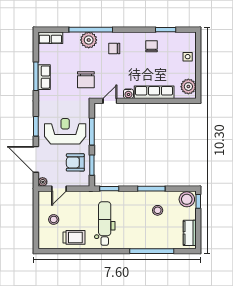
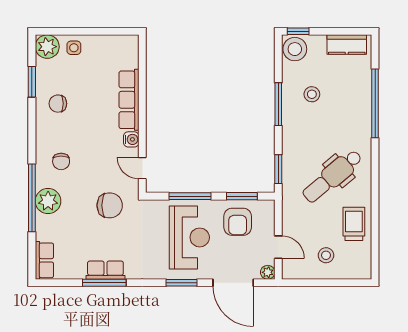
plant: (188, 87) -> (47, 47), moved
reception desk: (65, 131) -> (189, 237), turned 180
door: (36, 159) -> (233, 283), hinge flipped
dental chair: (105, 224) -> (332, 176), turned -40

